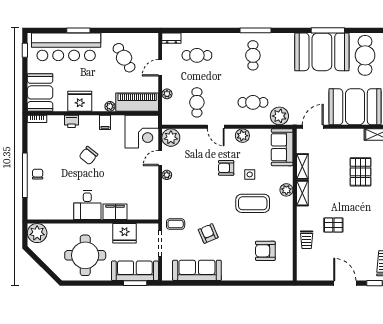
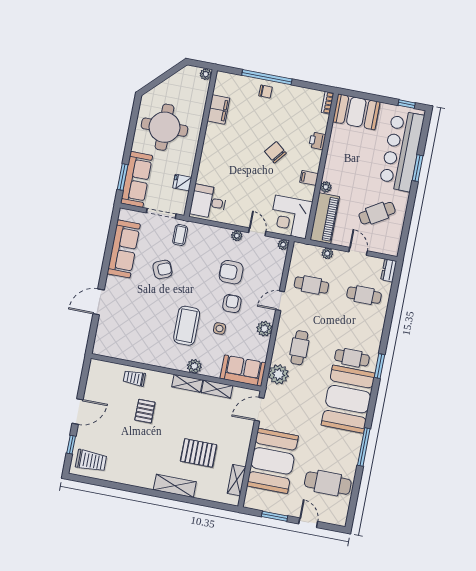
window: (255, 30) -> (379, 366), width x0.69
booth: (322, 52) -> (348, 399), moved
cafe table: (197, 55) -> (364, 295), turned 90
fridge: (80, 101) -> (338, 154), removed
door: (313, 127) -> (259, 409), swing flipped
plant: (171, 138) -> (283, 245), width x0.53, depth x0.53
desk: (87, 205) -> (208, 202), moved
filing cabinet: (115, 212) -> (218, 109), moved
plant: (37, 233) -> (206, 74), width x0.53, depth x0.53
fridge: (125, 233) -> (182, 183), width x0.53, depth x0.75
armchair: (265, 251) -> (231, 272), moved, turned -90
door: (247, 283) -> (99, 302), added

